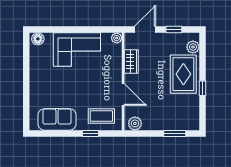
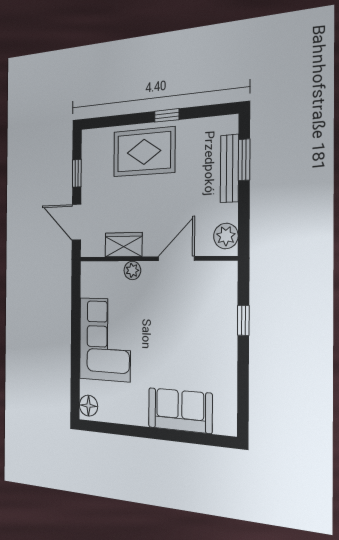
plant: (117, 38) -> (132, 270), moved
plant: (193, 47) -> (102, 139), removed
coffee table: (101, 116) -> (212, 299), removed
sofa: (57, 119) -> (180, 410), moved, turned 90
bench: (171, 125) -> (229, 168), added

